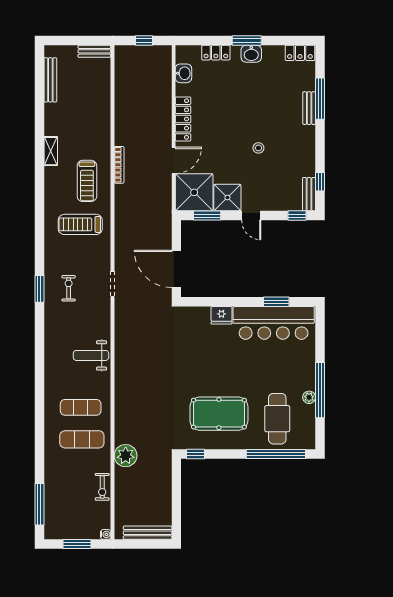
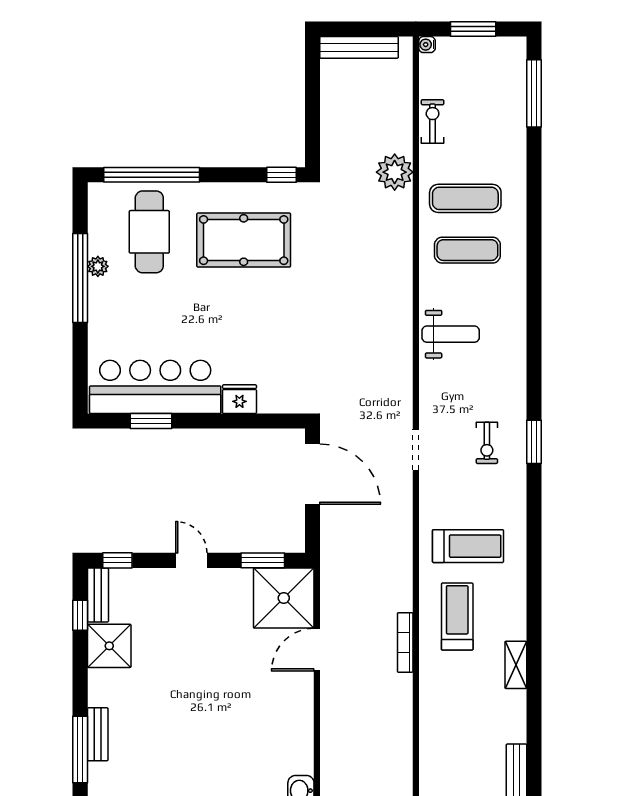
locker: (183, 119) -> (302, 717), removed
stool: (258, 148) -> (180, 670), removed
shower: (227, 198) -> (109, 646), moved

